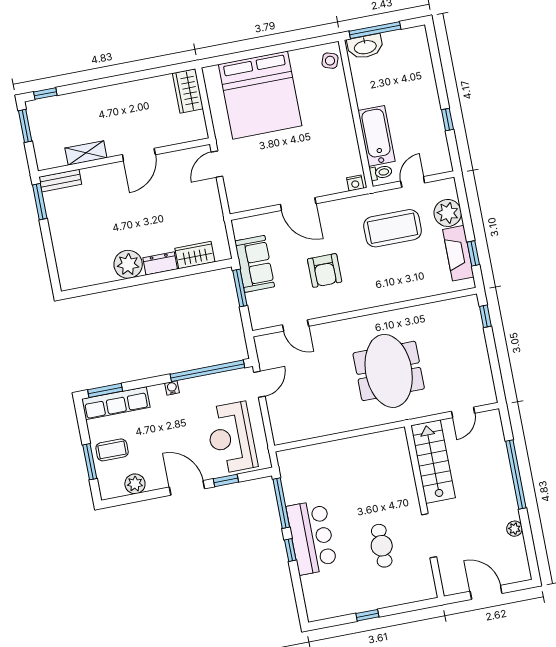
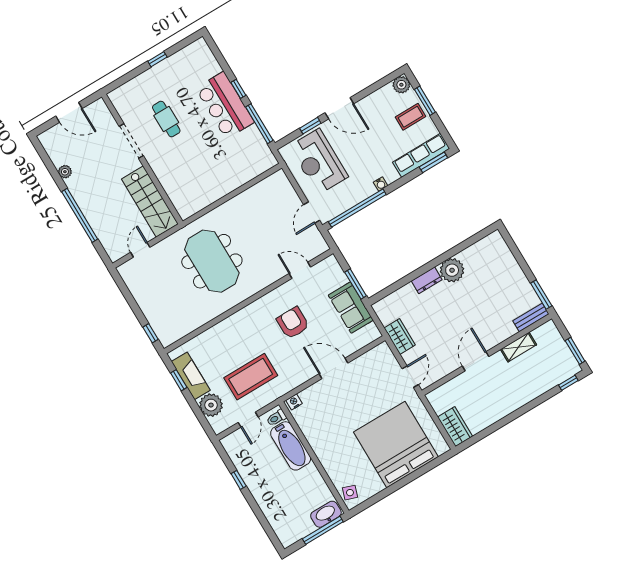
wardrobe: (195, 255) -> (400, 337), moved, turned -90
reception desk: (231, 438) -> (319, 162), turned 180
plant: (135, 484) -> (401, 85), moved

